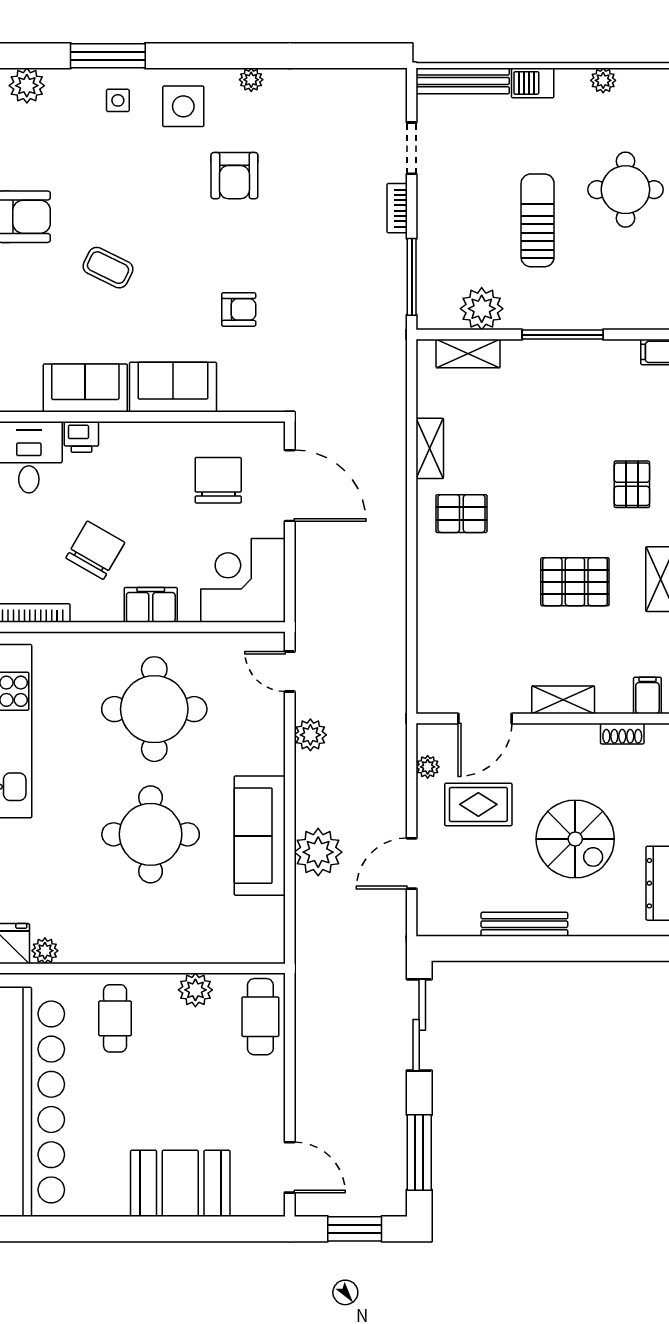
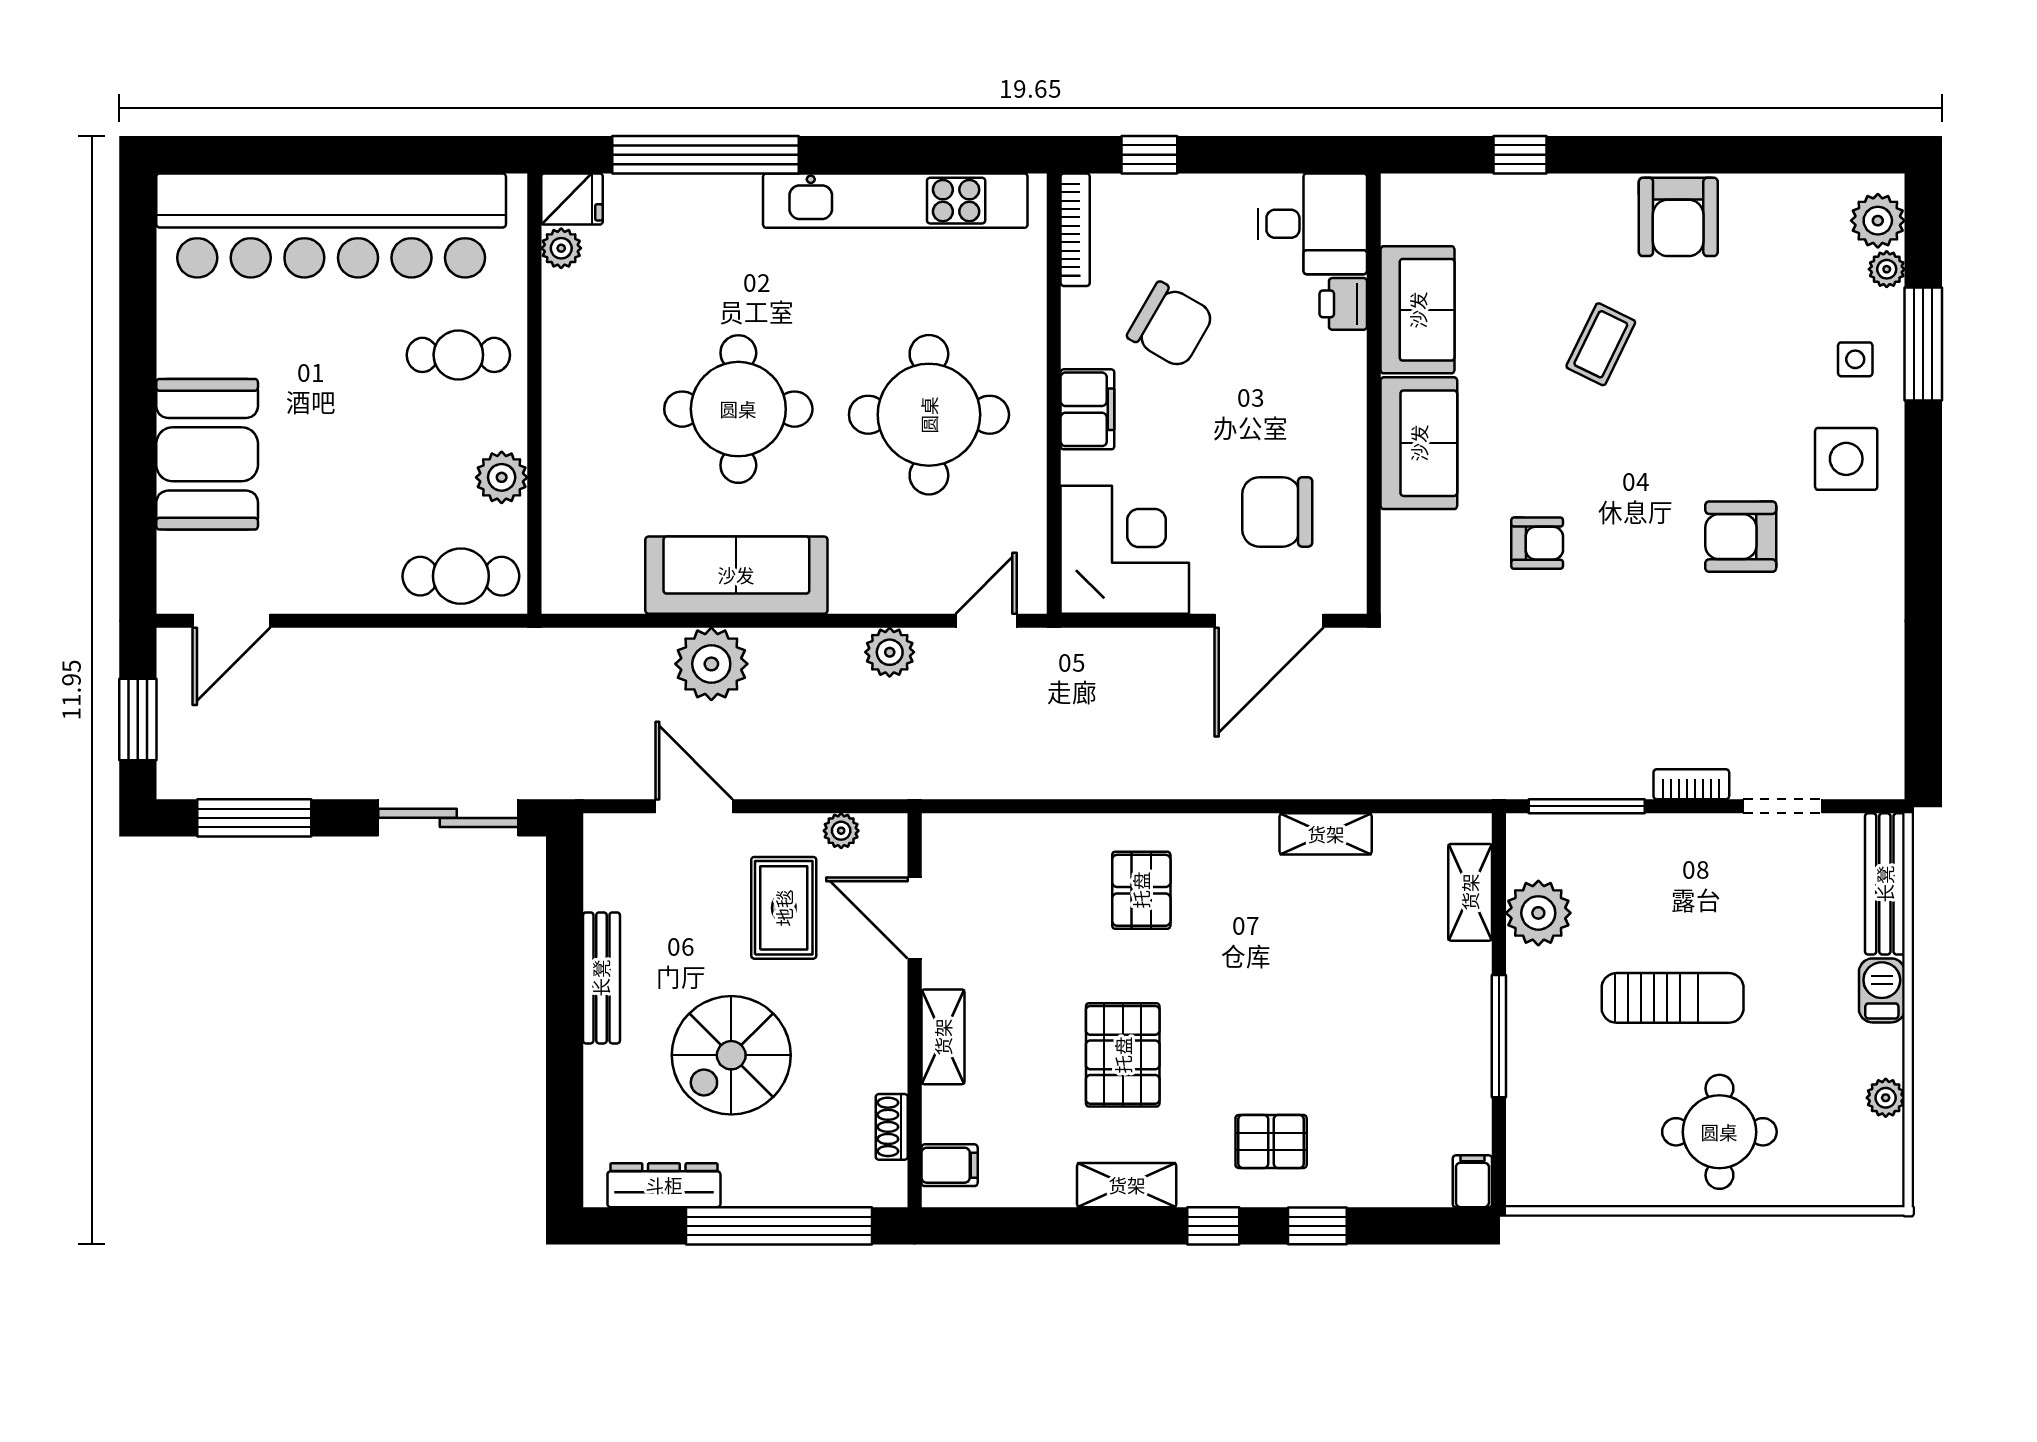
plant: (251, 80) -> (1887, 269), moved
armchair: (239, 309) -> (1537, 543), turned -90
chair: (218, 480) -> (1277, 512), turned 180
pallet: (461, 514) -> (1141, 890), moved

